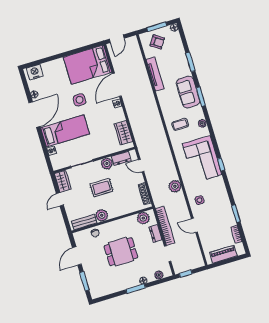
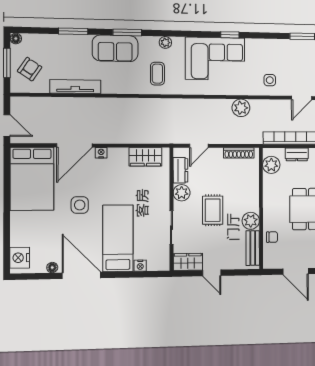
door: (117, 85) -> (74, 145), hinge flipped

